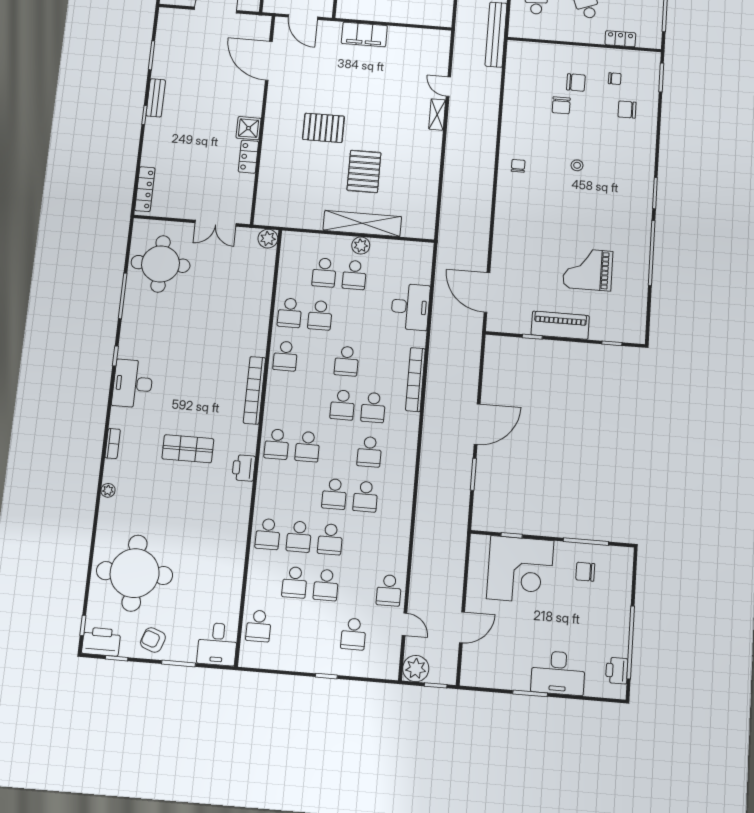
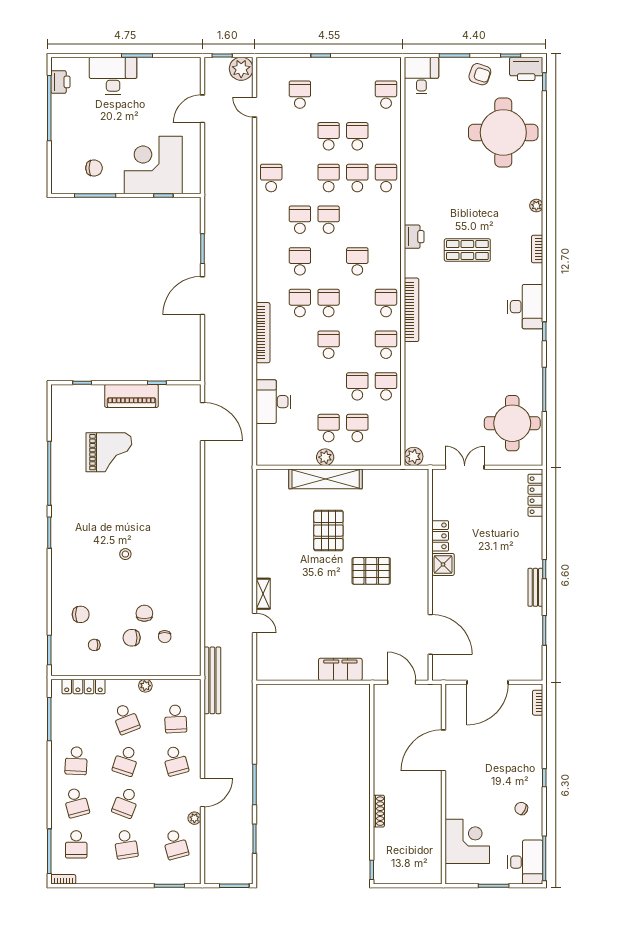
plant: (565, 35) -> (145, 686), added
locker: (620, 39) -> (83, 686), width x1.53
chair: (518, 166) -> (165, 637), moved
school desk: (277, 444) -> (386, 303), moved
school desk: (389, 590) -> (271, 178), moved

